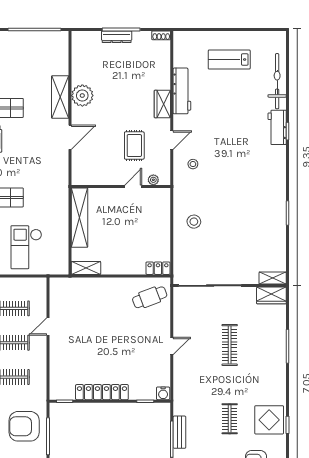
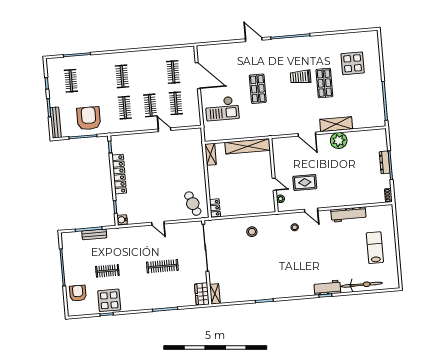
wardrobe: (162, 104) -> (337, 201), removed
checkout: (26, 247) -> (222, 108), turned 180

